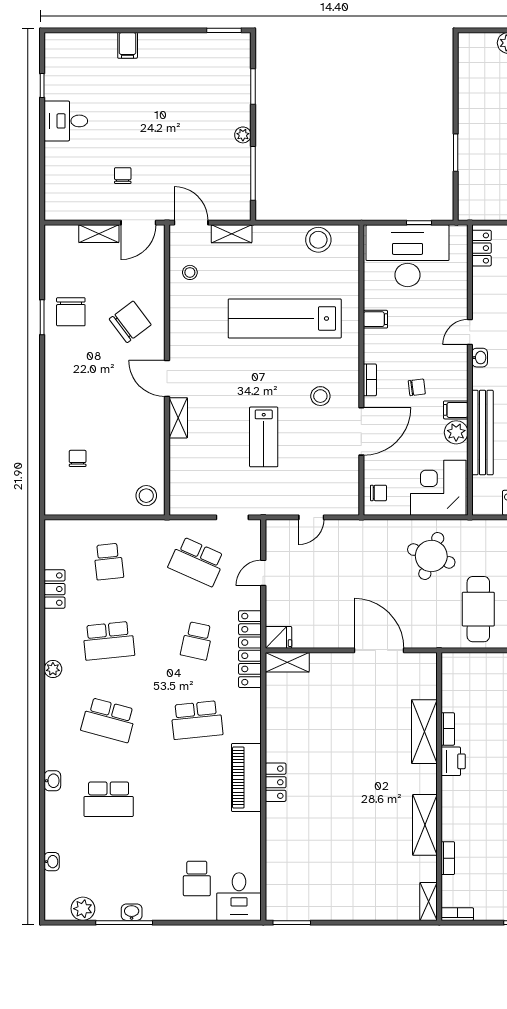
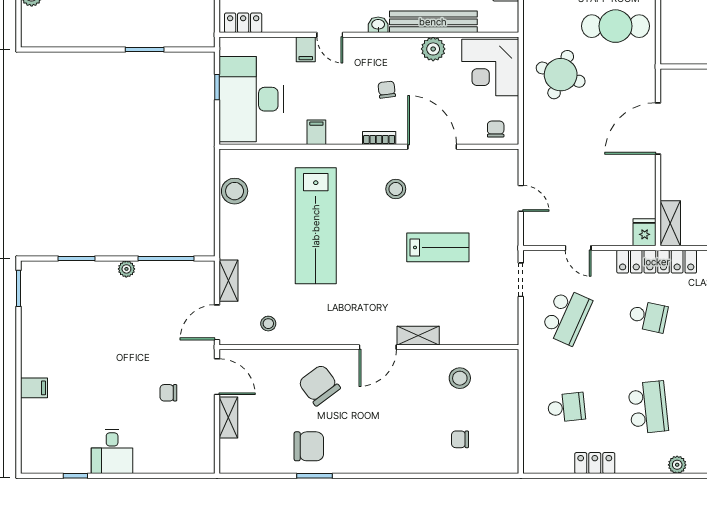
washbasin: (480, 358) -> (378, 25), moved
filing cabinet: (456, 410) -> (306, 49), moved
stool: (146, 496) -> (460, 378), moved

